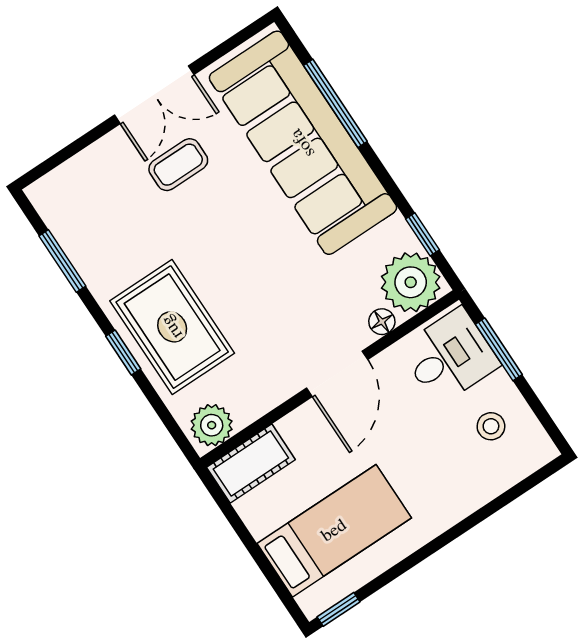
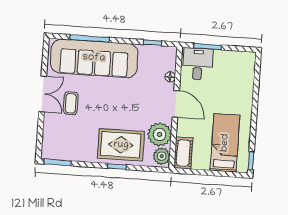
window: (62, 261) -> (58, 162), moved
plant: (411, 282) -> (160, 134), moved
stool: (491, 426) -> (230, 68), removed

